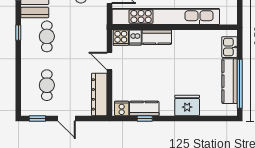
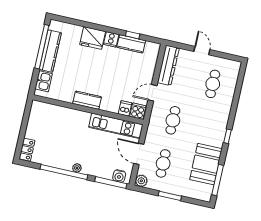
kitchen unit: (166, 17) -> (116, 126), width x0.54
cafe table: (47, 36) -> (173, 120), moved
kitchen counter: (157, 37) -> (87, 100), moved
door: (109, 61) -> (153, 93), swing flipped
cooker: (122, 108) -> (111, 39), moved
window: (37, 118) -> (228, 56), removed

